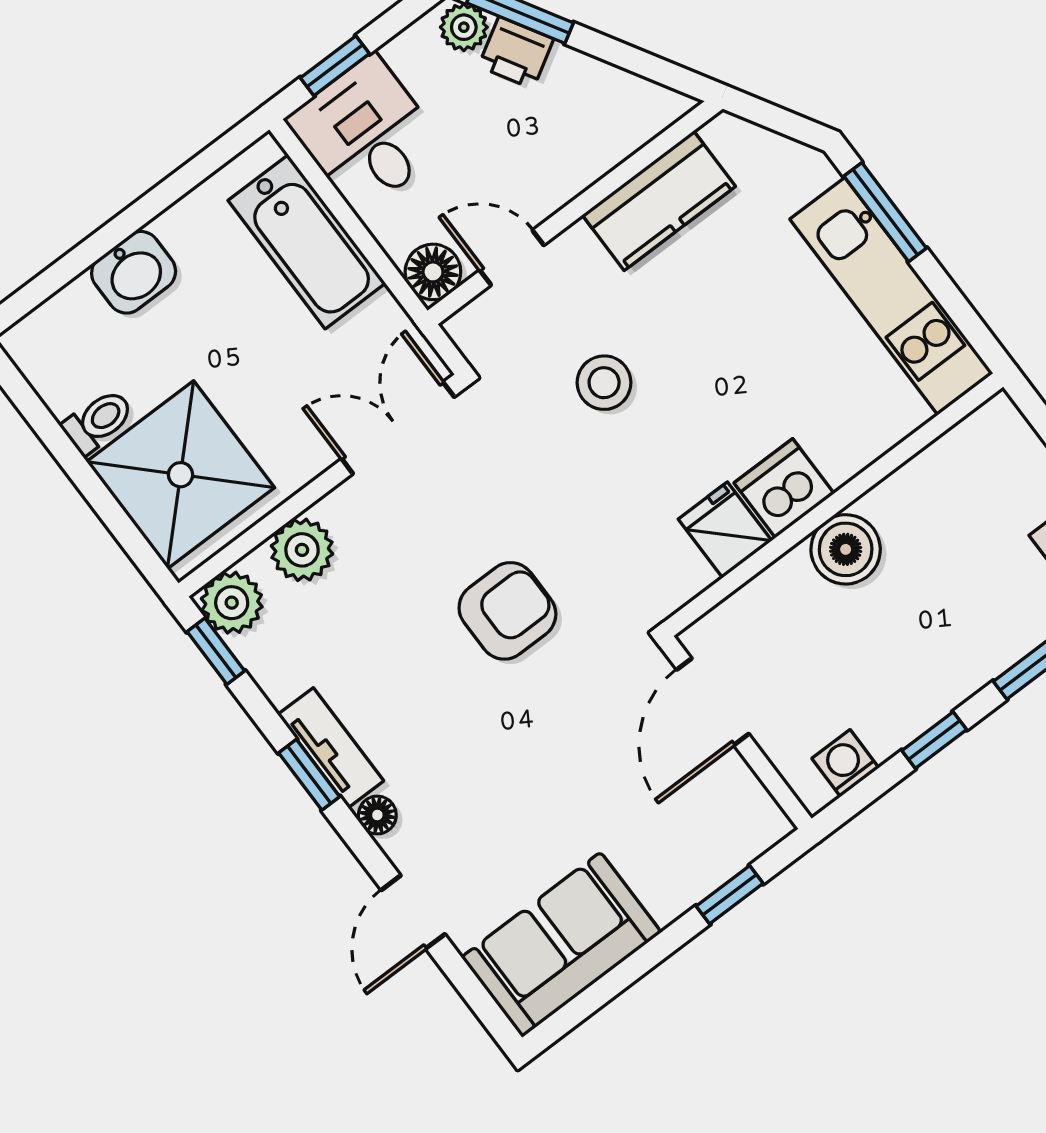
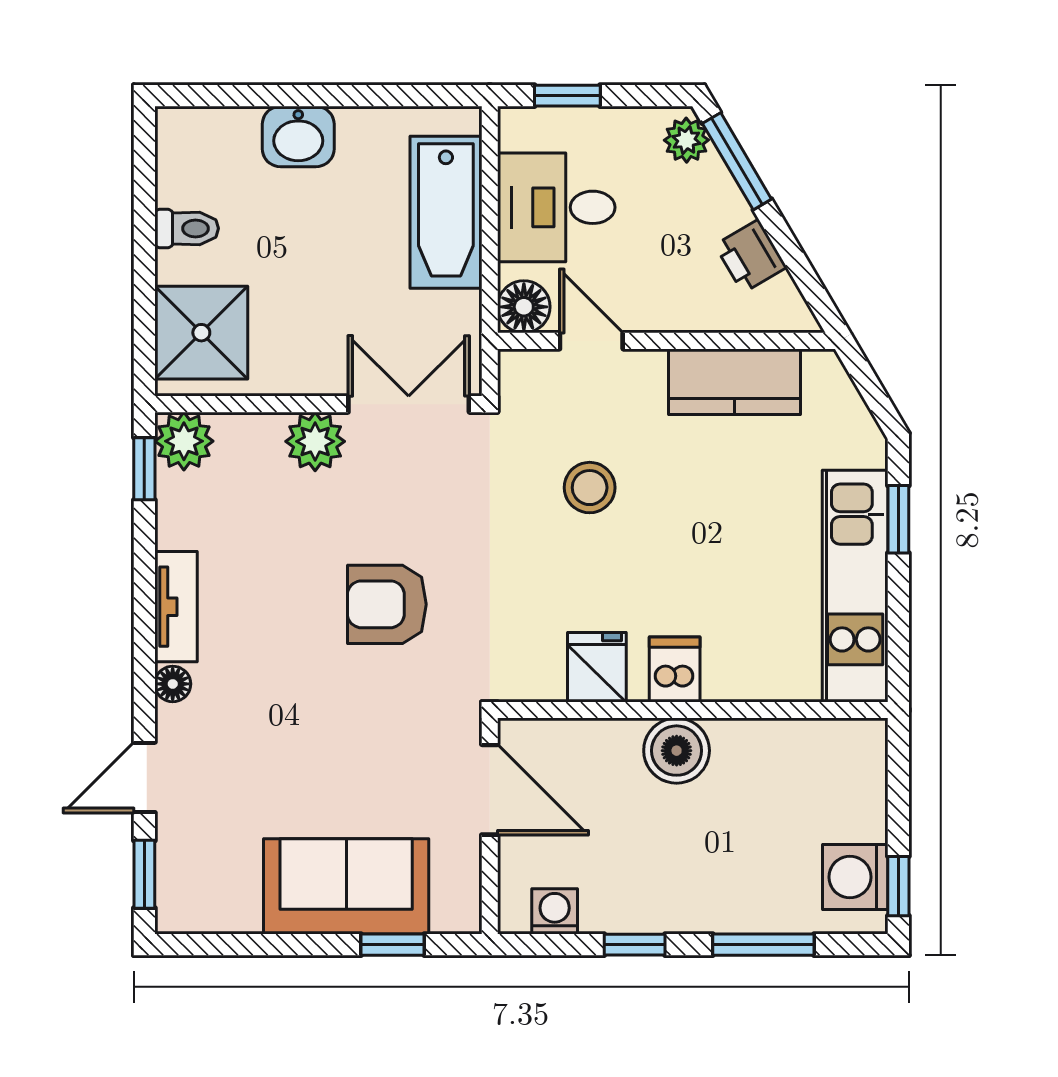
printer: (516, 53) -> (751, 256), moved
desk: (366, 134) -> (556, 207), moved, turned -90
window: (885, 212) -> (898, 519), width x0.67
shower: (181, 475) -> (201, 333), width x0.73, depth x0.73
dishwasher: (784, 488) -> (675, 670), width x0.73
plant: (302, 550) -> (315, 441), moved
armchair: (507, 611) -> (387, 604), turned 180
door: (713, 702) -> (490, 790), swing flipped
window: (309, 775) -> (144, 874), moved
sofa: (561, 945) -> (346, 886), moved

